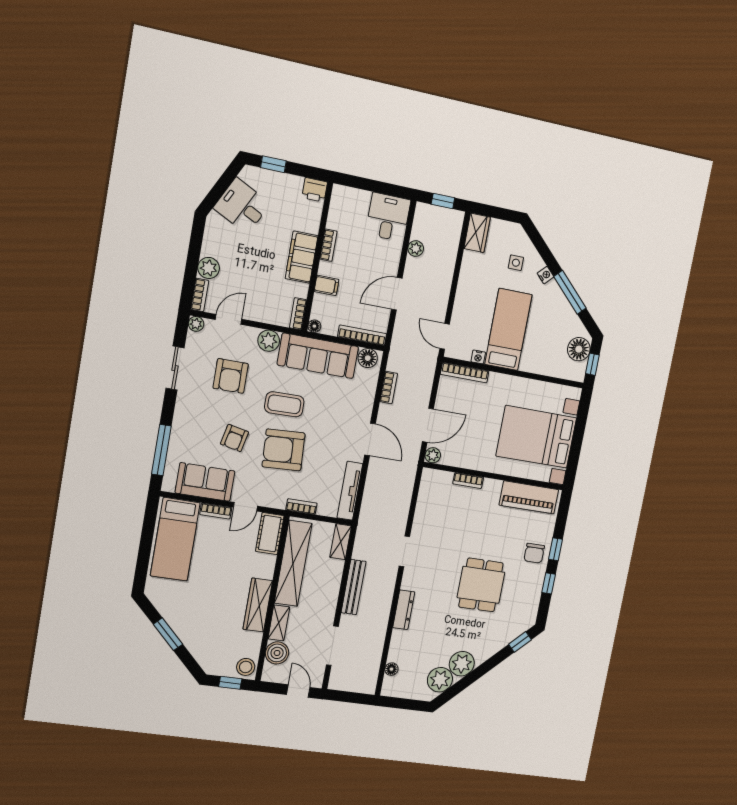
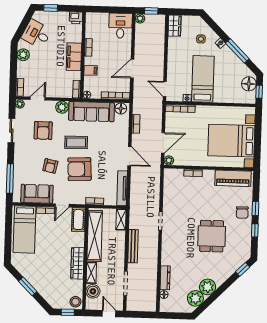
plant: (416, 249) -> (140, 19), moved
plant: (209, 268) -> (23, 55), moved
dresser: (404, 610) -> (165, 278), moved

